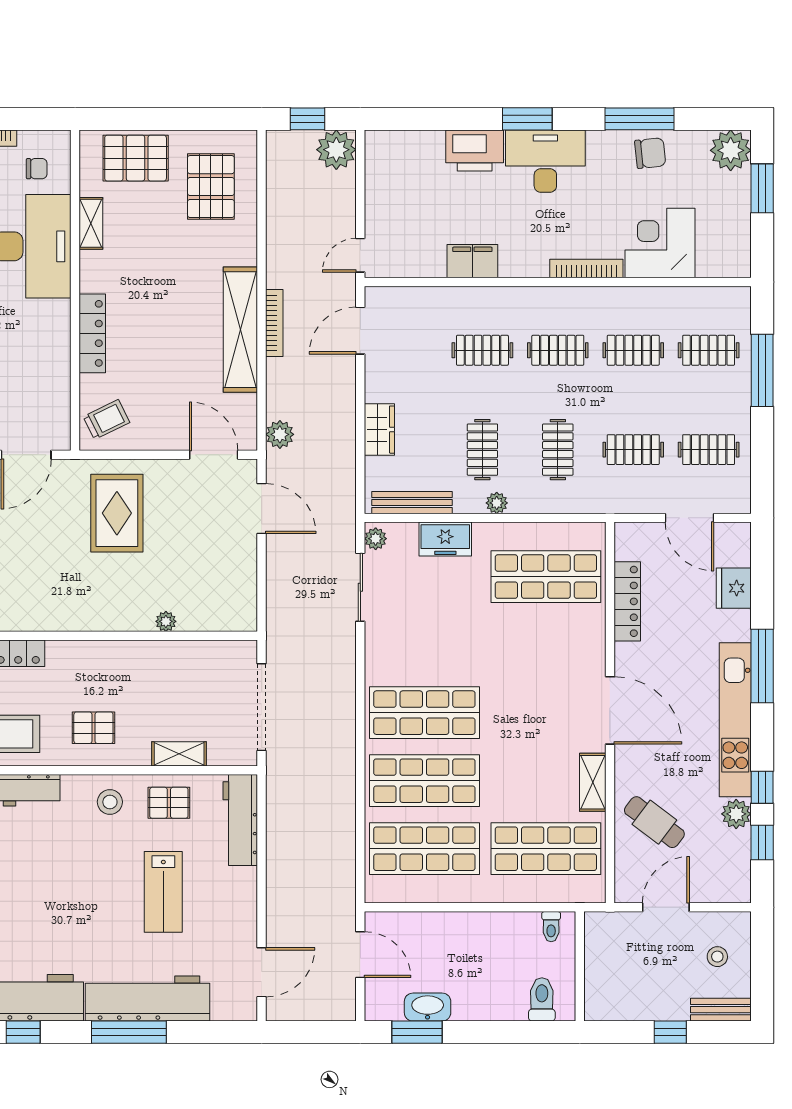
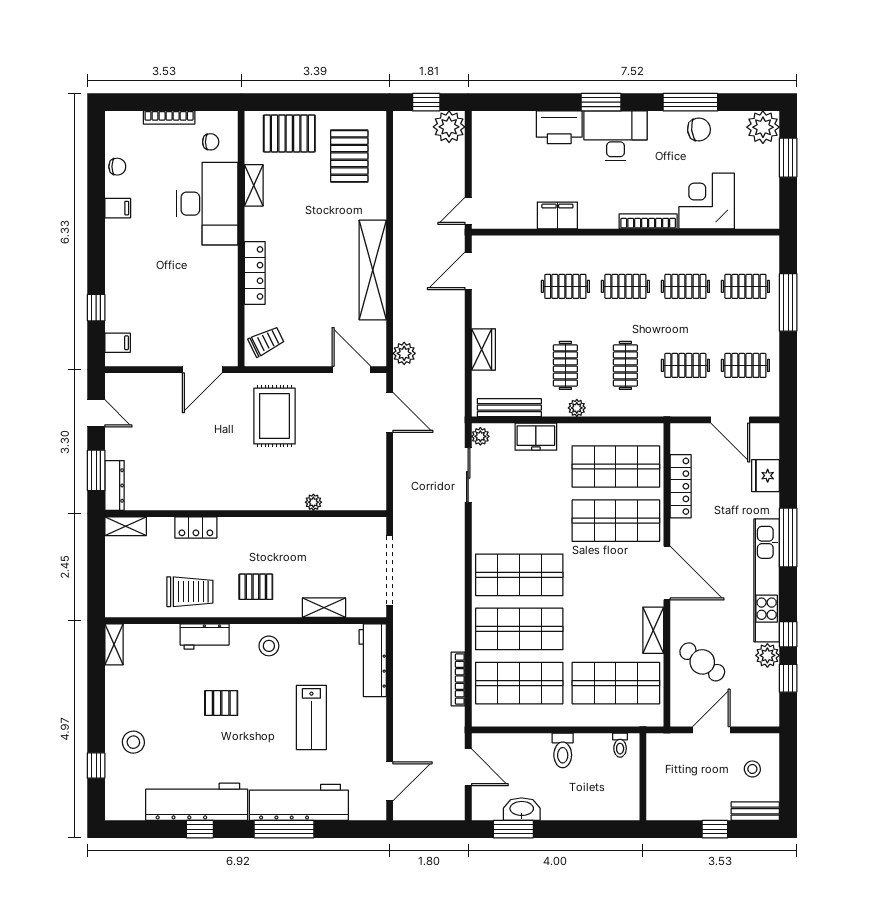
bookcase: (274, 323) -> (458, 679), moved, turned 180
shop shelf: (546, 645) -> (616, 521), added
pallet: (169, 803) -> (221, 703), moved
toilet: (542, 999) -> (563, 750), moved, turned 180

